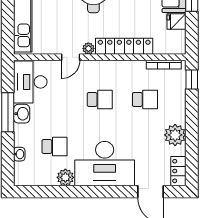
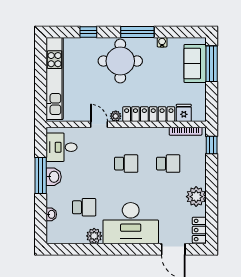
fridge: (176, 22) -> (184, 113), moved, turned 90
door: (71, 57) -> (99, 124), swing flipped
desk: (30, 82) -> (62, 147), width x0.73

